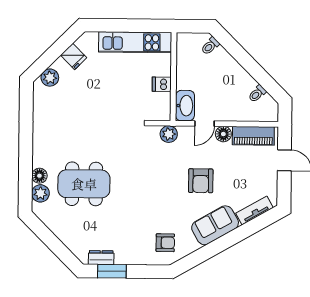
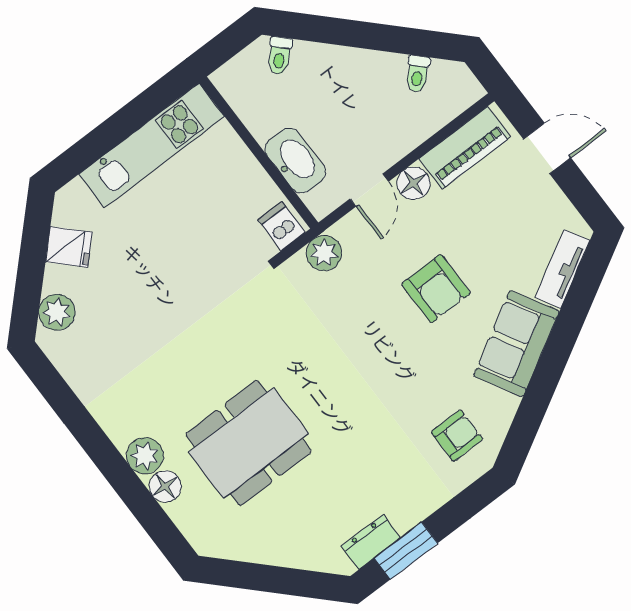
dishwasher: (162, 84) -> (282, 226), moved, turned 90
washbasin: (185, 106) -> (295, 160), moved
plant: (40, 193) -> (145, 456), moved

